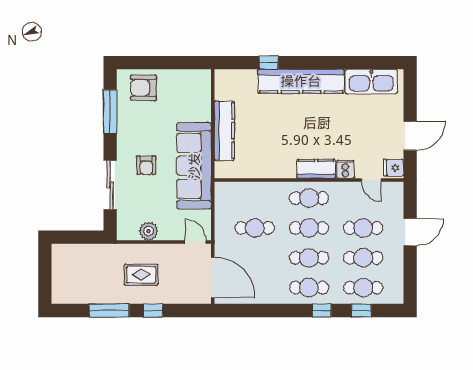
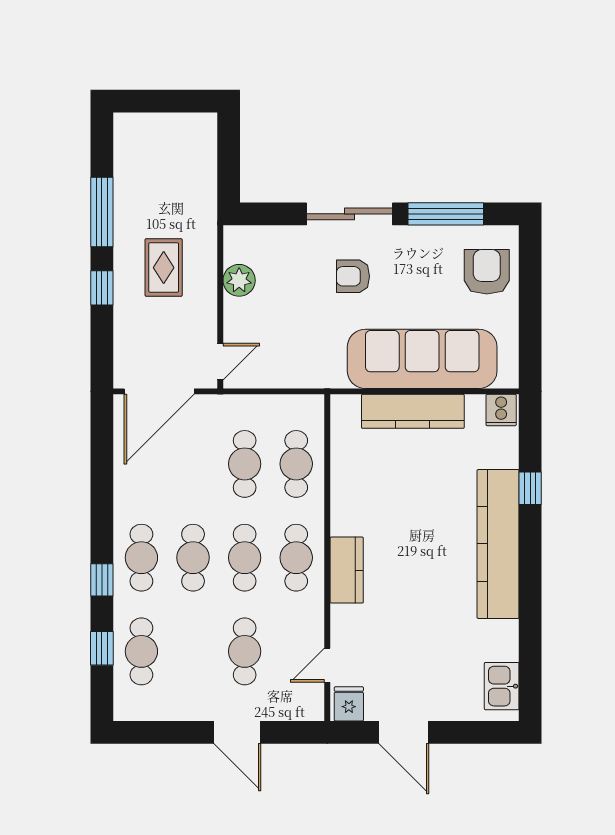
kitchen sink: (371, 82) -> (502, 686), width x0.53, depth x0.81
sofa: (194, 166) -> (422, 359), moved
cooker: (345, 169) -> (501, 410), moved, turned 90
sliding door: (110, 185) -> (349, 214), moved
cafe table: (363, 258) -> (296, 464), moved

